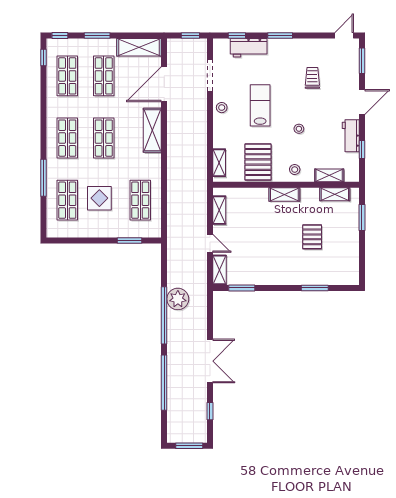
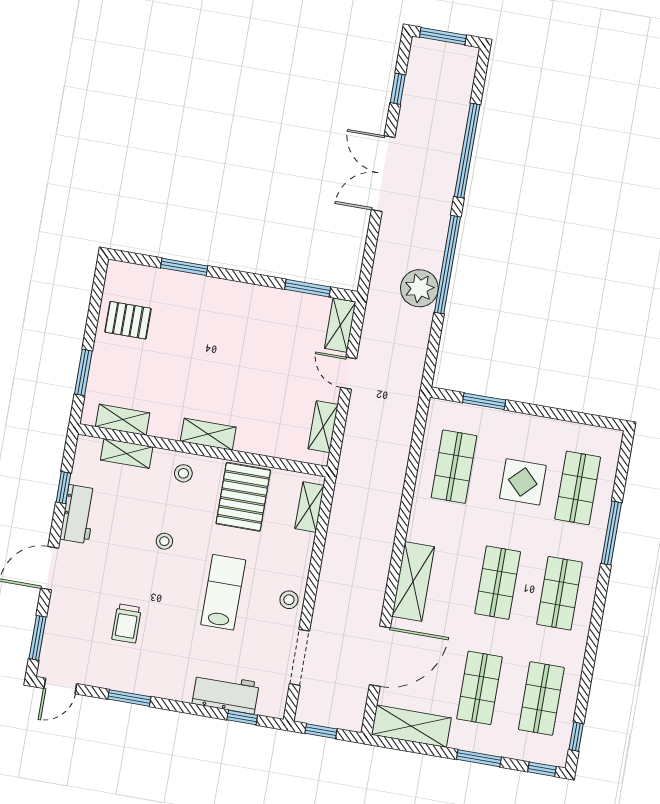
window: (280, 35) -> (129, 698), moved
lab bench: (260, 105) -> (223, 592), turned 180
pallet: (312, 237) -> (128, 320), moved, turned 90

